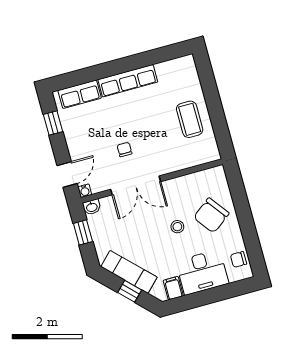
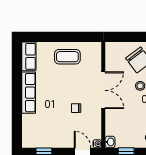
row of seats: (80, 94) -> (29, 56), moved
double door: (136, 185) -> (103, 90), moved

